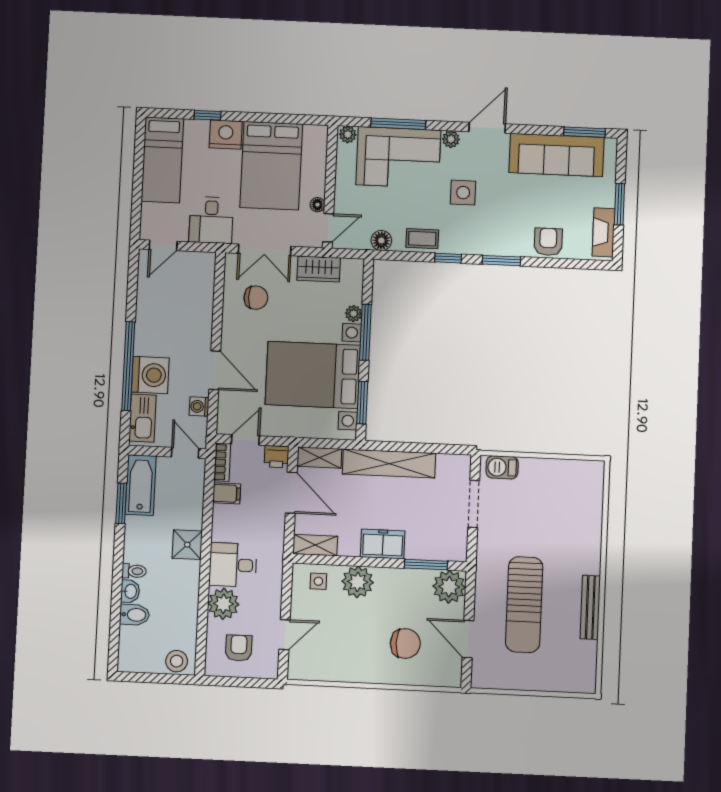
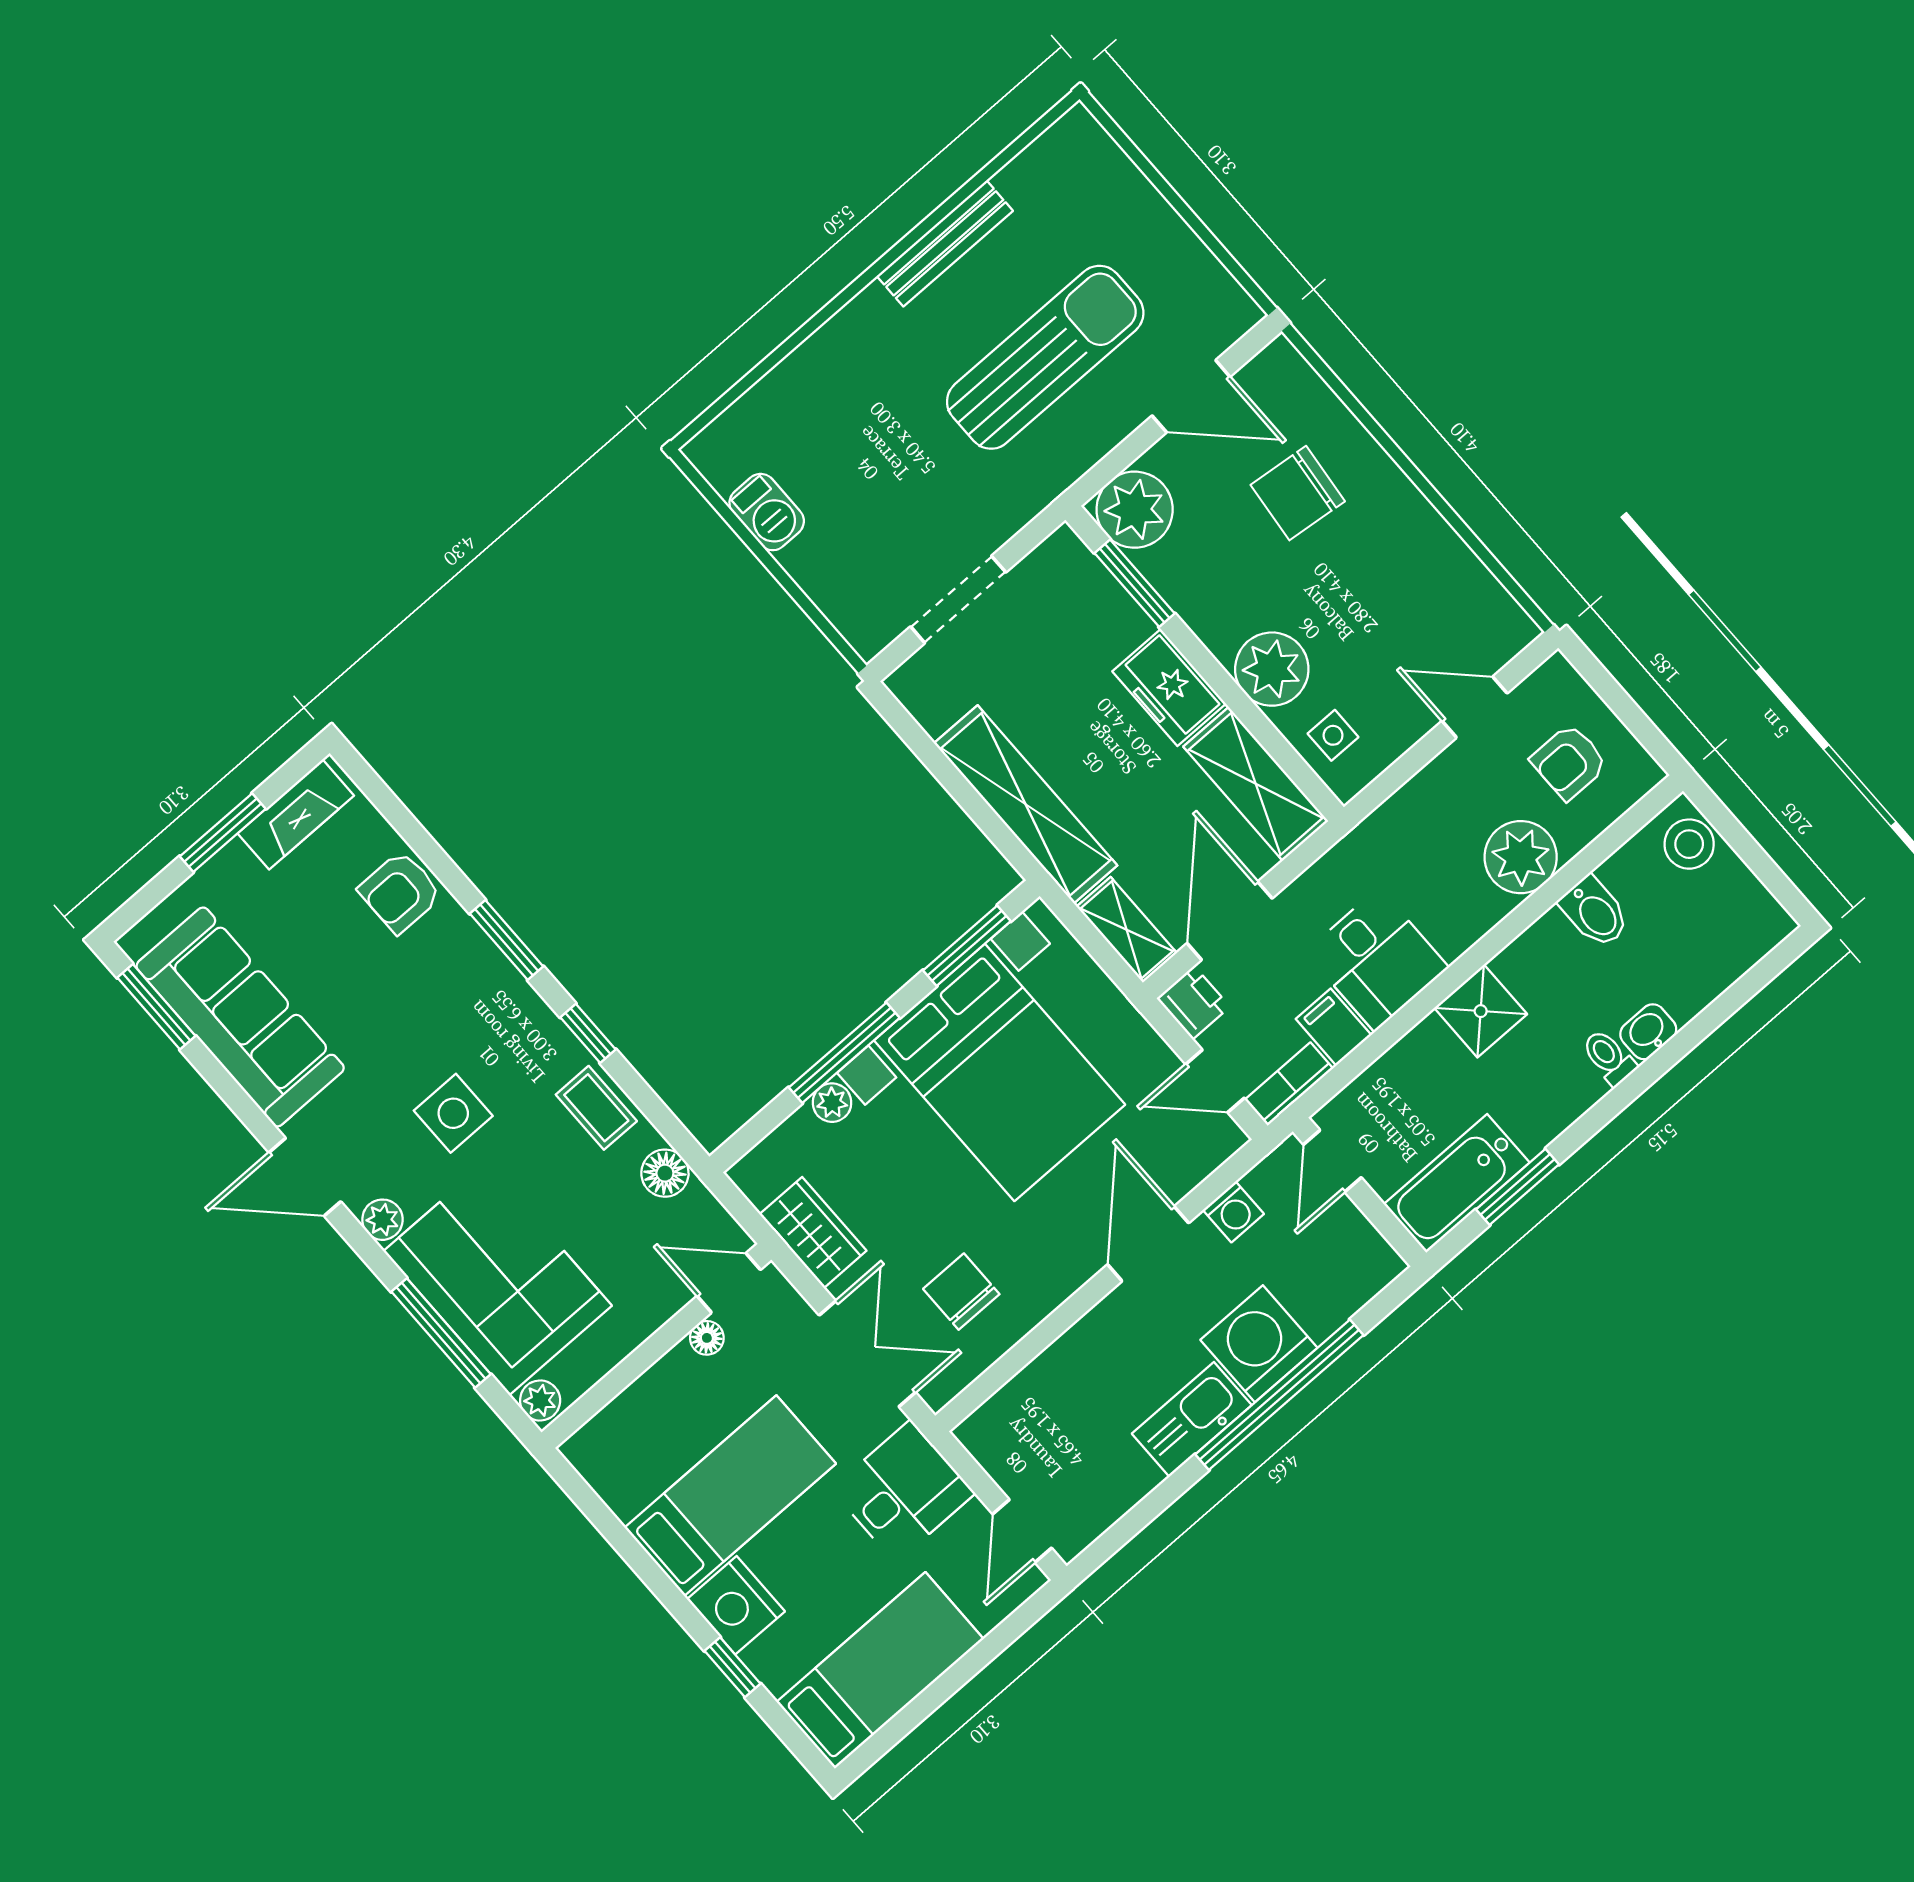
bed: (271, 166) -> (730, 1496), width x0.67
door: (163, 245) -> (1022, 1531), swing flipped
kitchen sink: (143, 418) -> (1192, 1419), moved
barbecue: (502, 467) -> (767, 512), moved
shelving: (315, 545) -> (1256, 784), width x1.50, depth x1.33
desk: (233, 565) -> (1377, 960), moved
bidet: (135, 615) -> (1595, 912), moved, turned 180
door: (468, 639) -> (1191, 396), hinge flipped
chair: (405, 643) -> (1298, 493), turned -84

